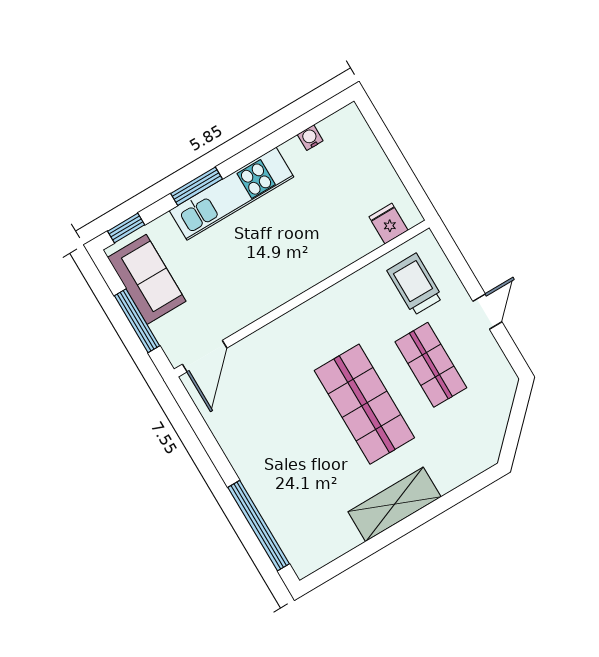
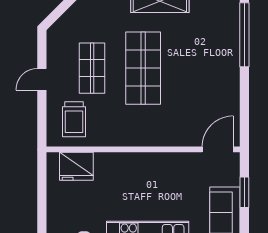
fridge: (389, 224) -> (76, 166), width x1.88, depth x1.34
window: (137, 321) -> (244, 192), width x0.69

